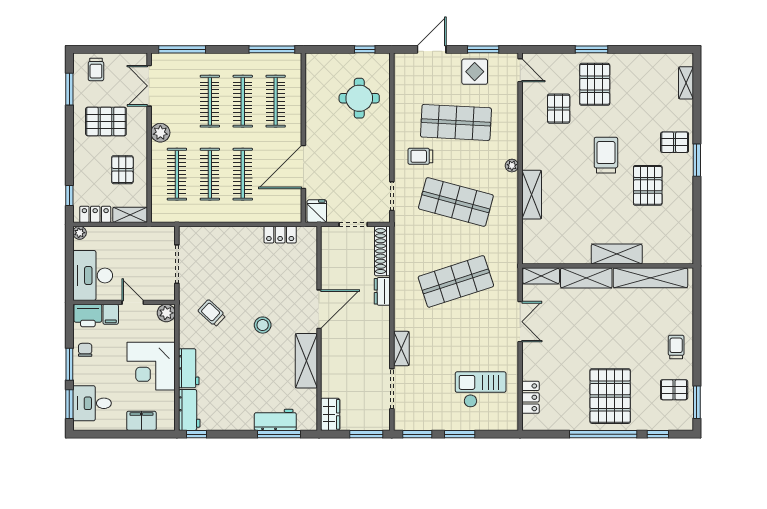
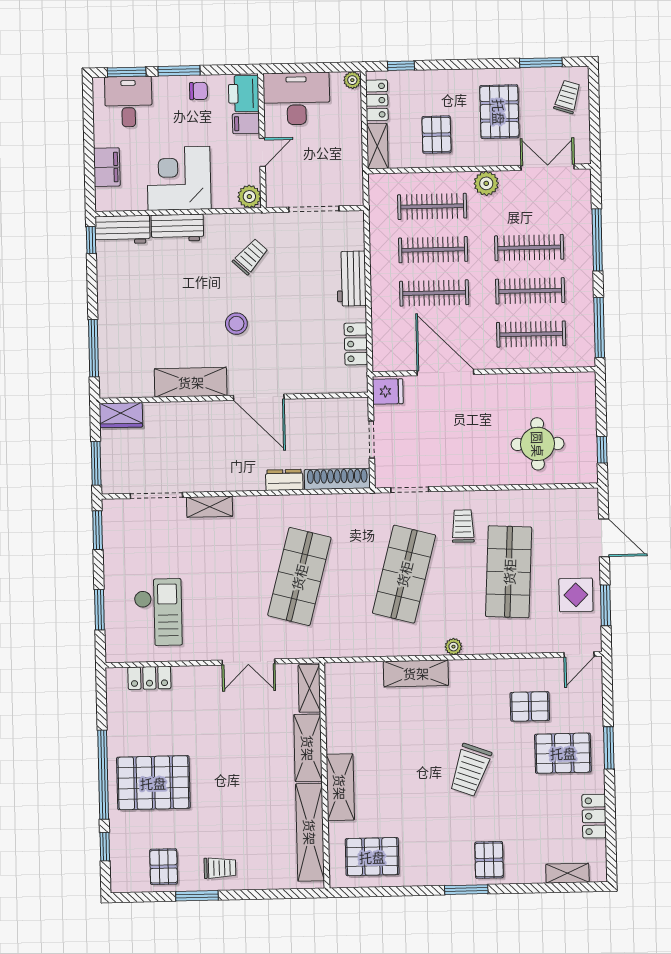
window: (182, 49) -> (597, 240), moved
locker: (643, 62) -> (594, 816), added
trolley: (96, 70) -> (567, 97), turned 108
trolley: (606, 155) -> (470, 770), turned 110
pallet: (122, 170) -> (437, 135), turned 90
pallet: (648, 185) -> (372, 857), moved
shop shelf: (456, 281) -> (299, 577), turned 33
window: (697, 402) -> (197, 896), moved
workbench: (275, 420) -> (351, 279), moved, turned 180
window: (460, 434) -> (99, 610), moved

